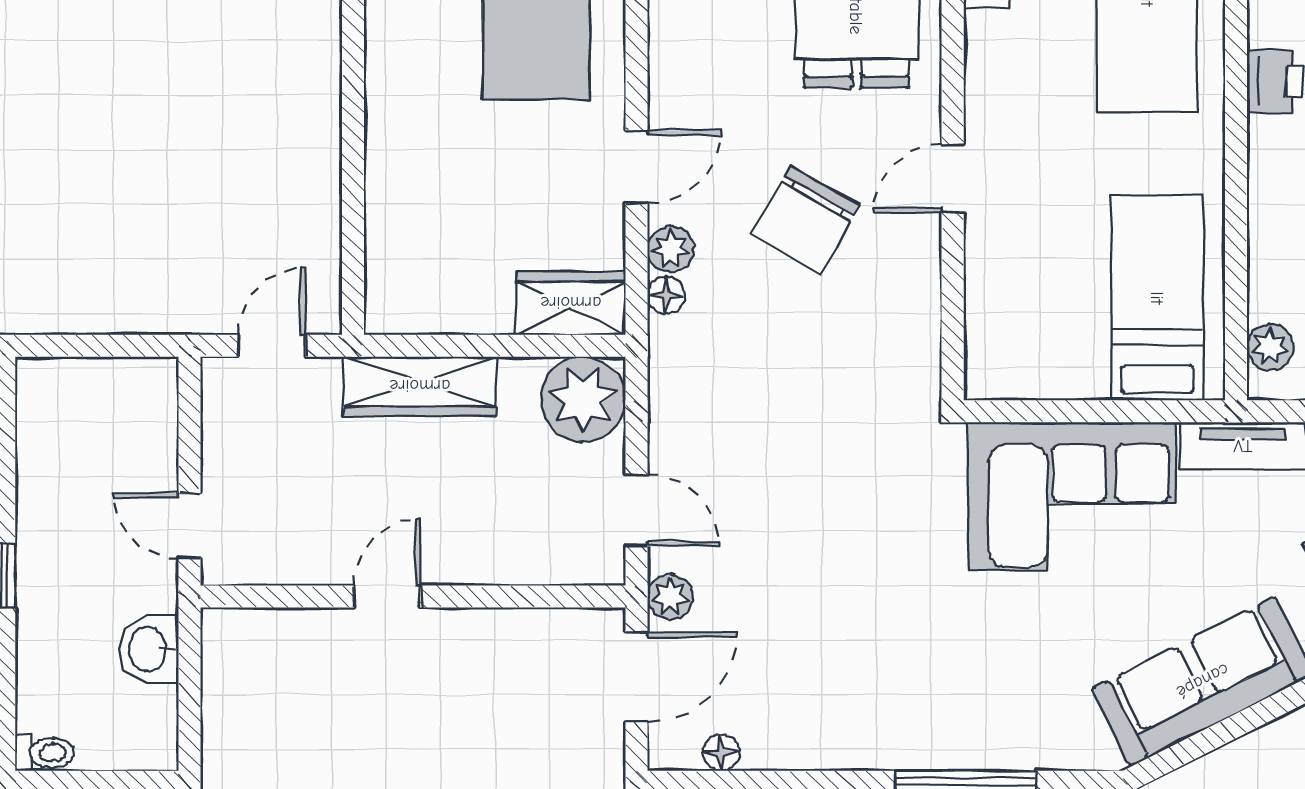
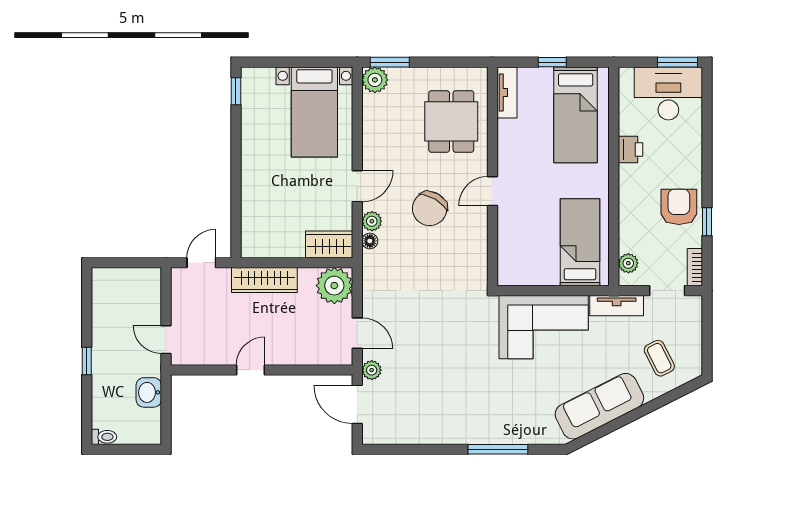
door: (636, 677) -> (357, 404), swing flipped
floor lamp: (721, 753) -> (393, 437), removed

